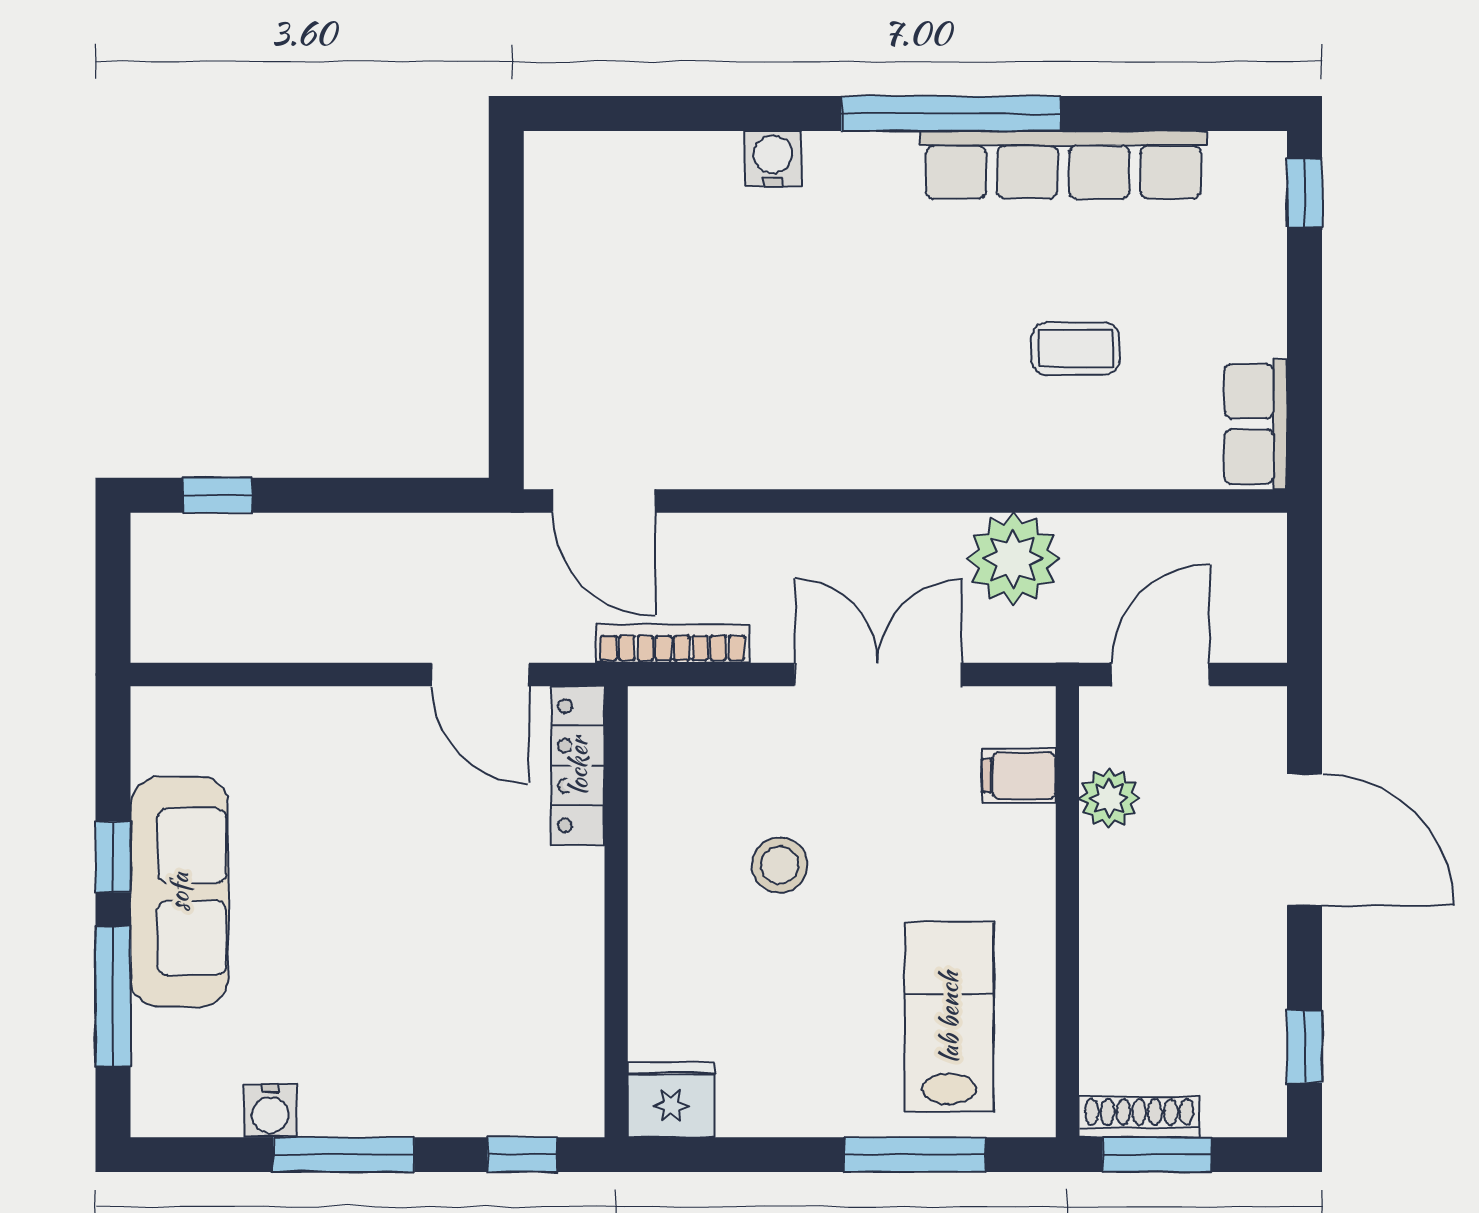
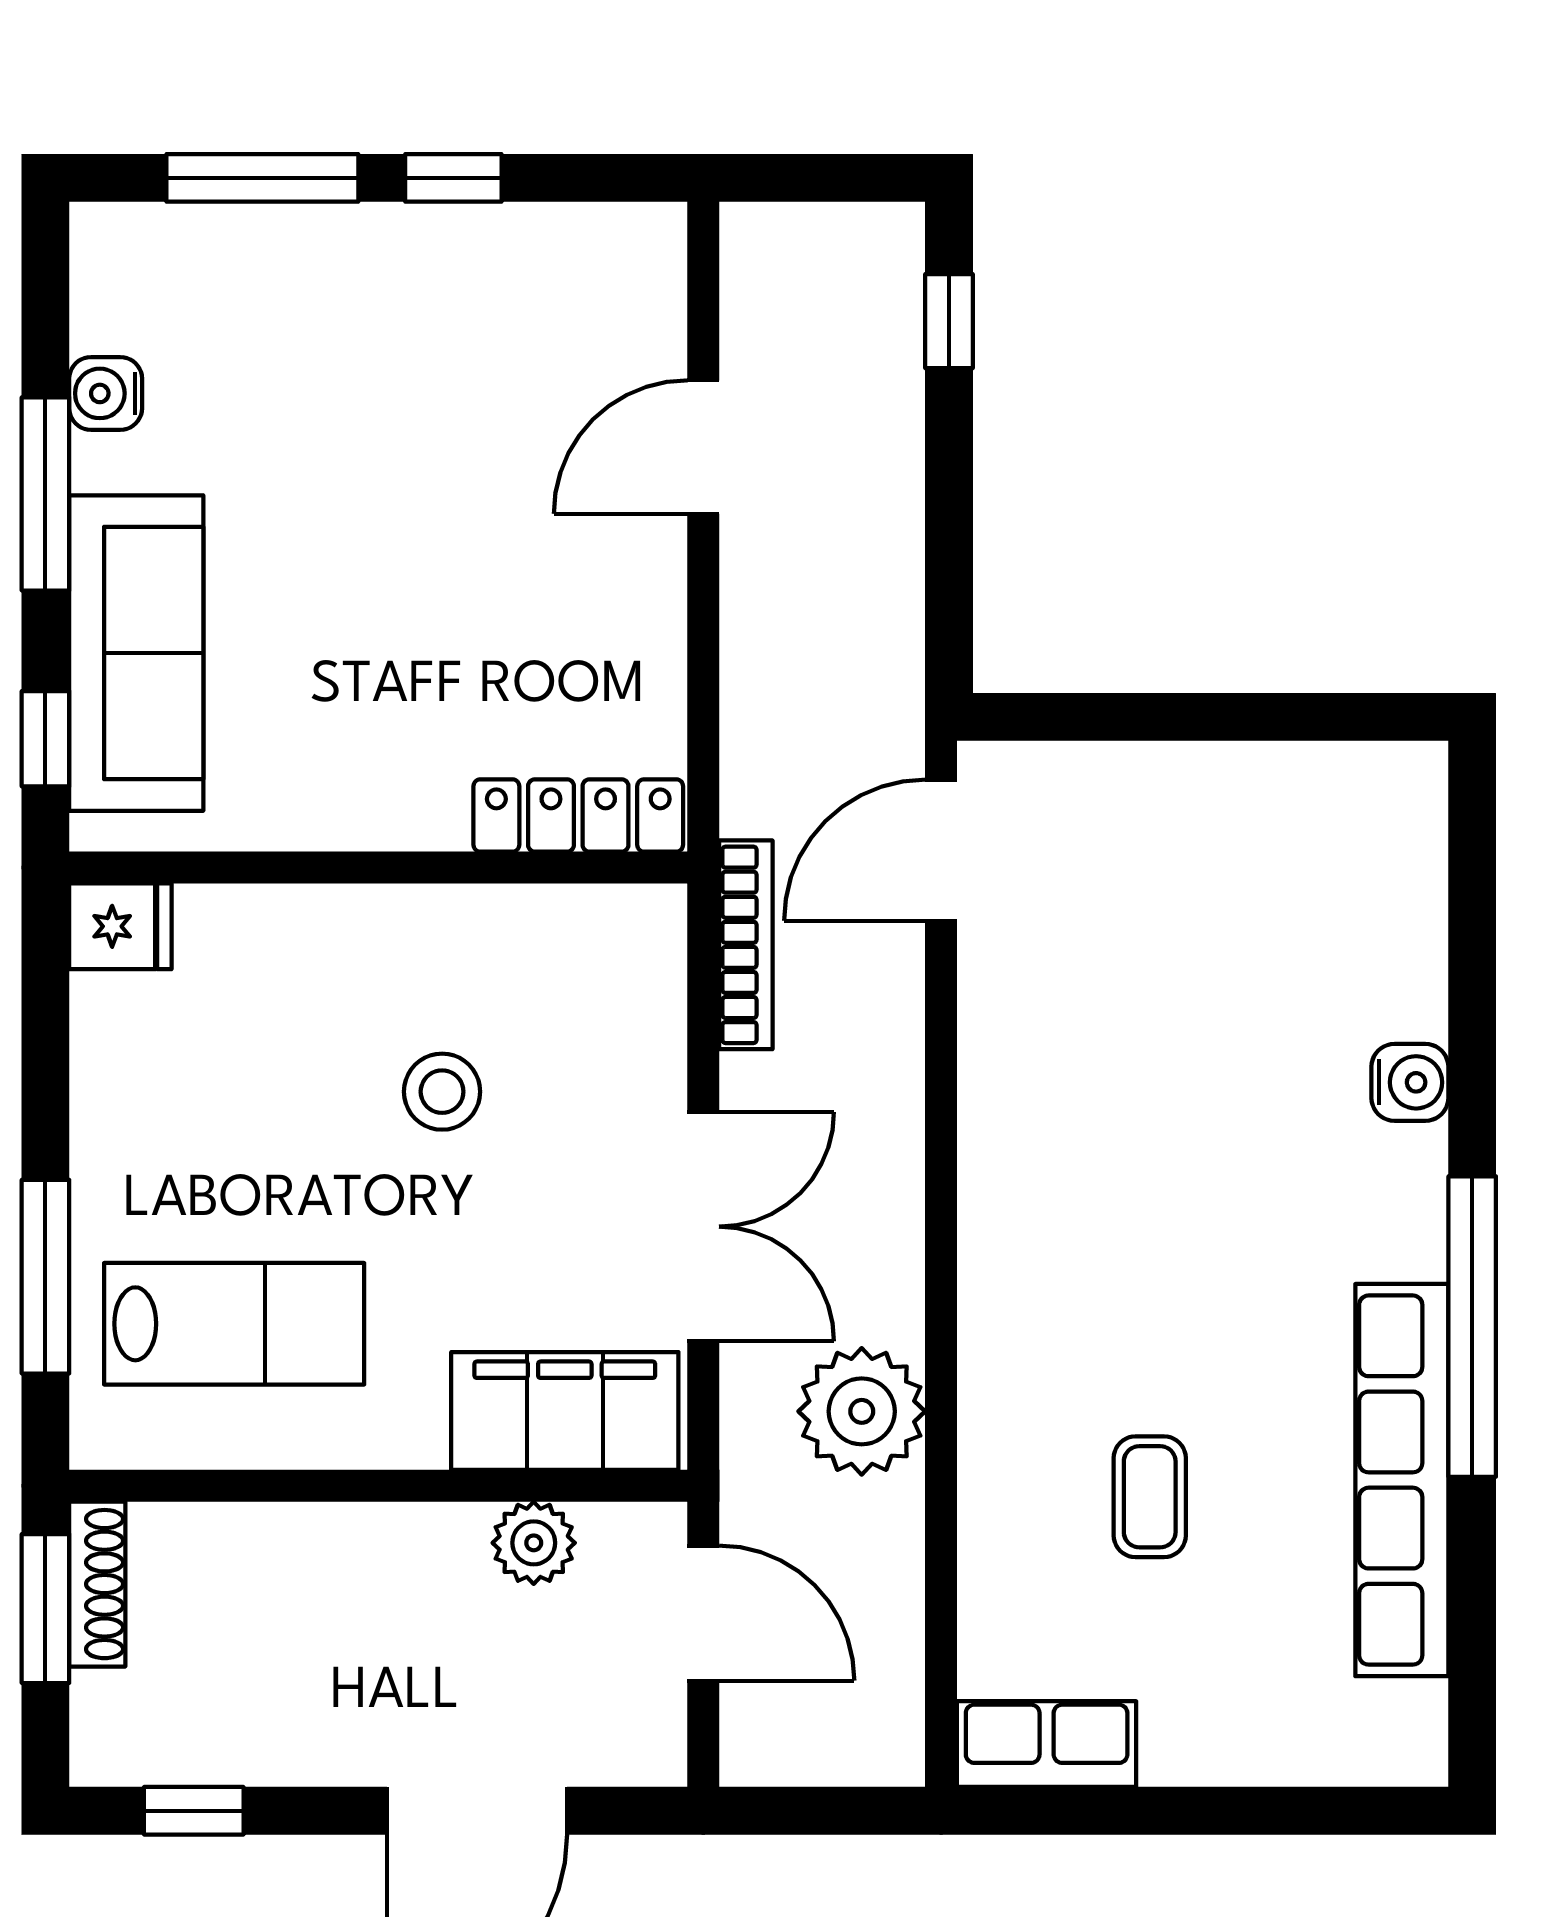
window: (1305, 193) -> (1363, 1811), removed
door: (480, 674) -> (703, 447), moved
filing cabinet: (1019, 776) -> (565, 1411), width x3.00, depth x1.17
sofa: (179, 892) -> (136, 653), moved, turned -90
fridge: (671, 1100) -> (120, 926), width x0.72

